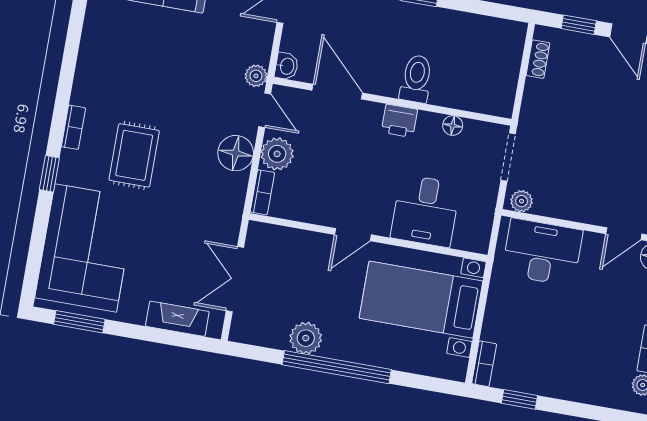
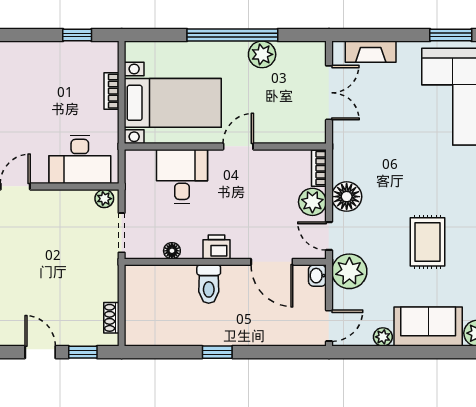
plant: (256, 76) -> (349, 271), width x1.87, depth x1.87
rug: (134, 155) -> (428, 242), moved
bookcase: (484, 364) -> (111, 91), moved

